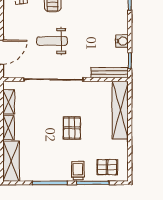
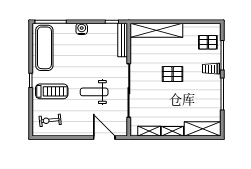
weight bench: (52, 41) -> (94, 92), turned 90
water cooler: (122, 41) -> (82, 29), moved
pallet: (107, 167) -> (208, 42), turned 90

